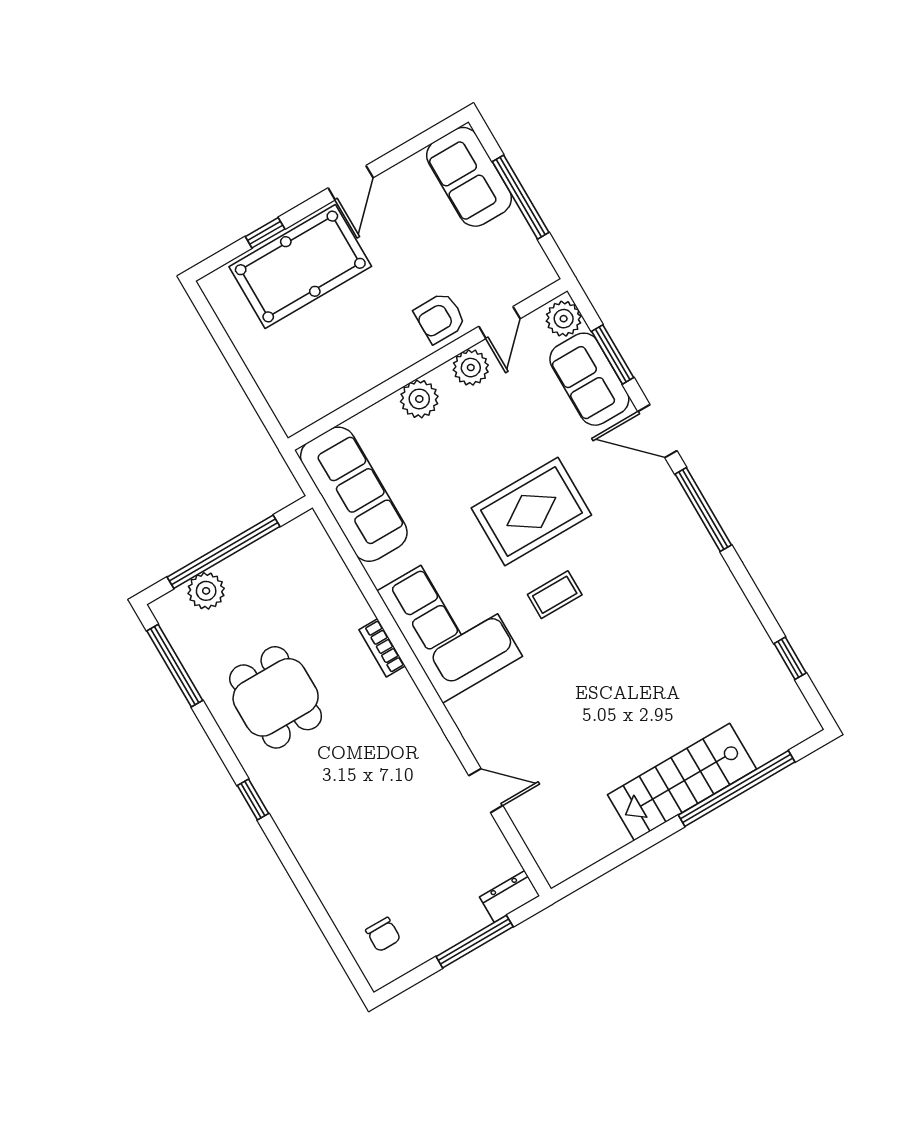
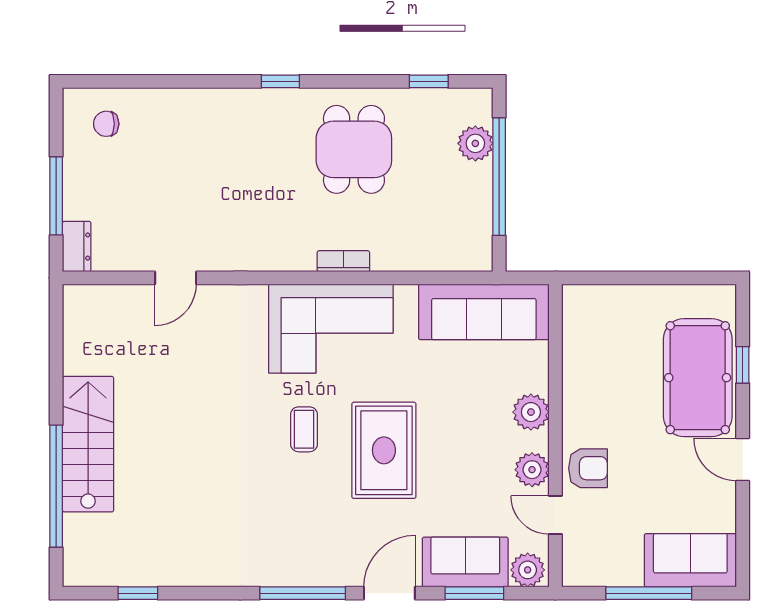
armchair: (440, 318) -> (588, 468), turned 90
window: (175, 666) -> (429, 81), width x0.46
dining table: (276, 697) -> (354, 149), turned 90

